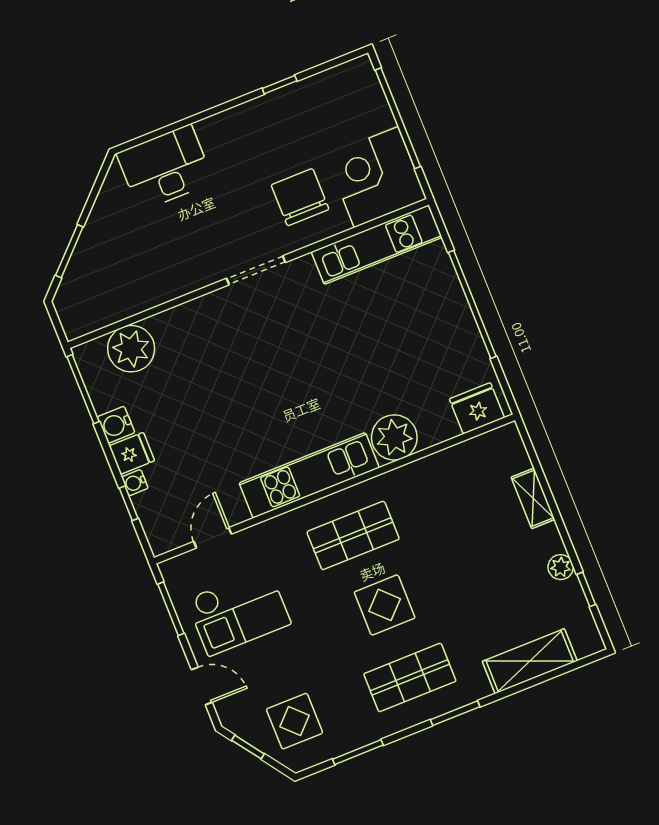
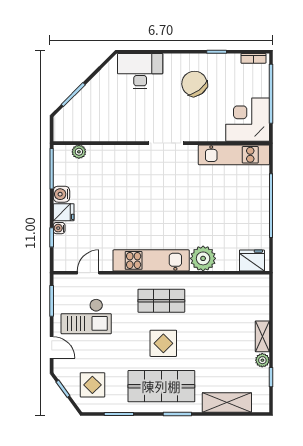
bookcase: (345, 71) -> (253, 58), added
chair: (300, 197) -> (194, 84), moved, turned -37
plant: (131, 349) -> (79, 152), width x0.53, depth x0.53
shelving: (533, 498) -> (262, 336), moved
shop shelf: (410, 677) -> (161, 386), width x1.43, depth x1.36

